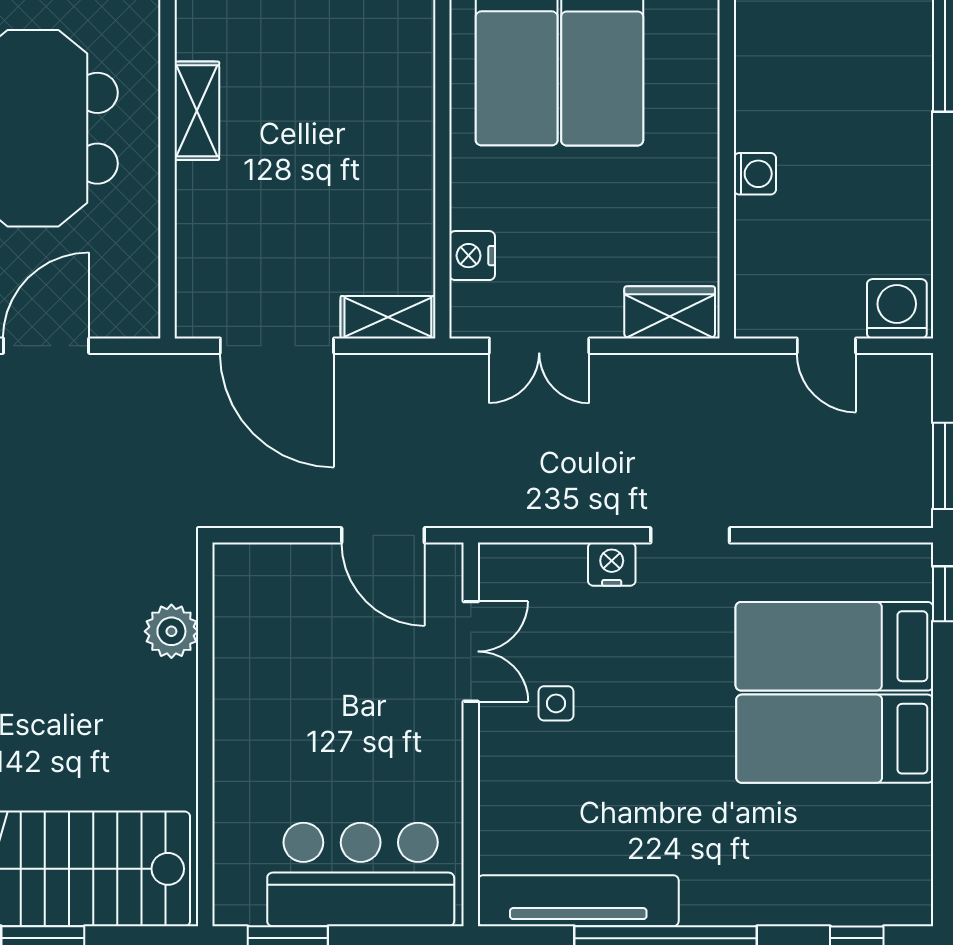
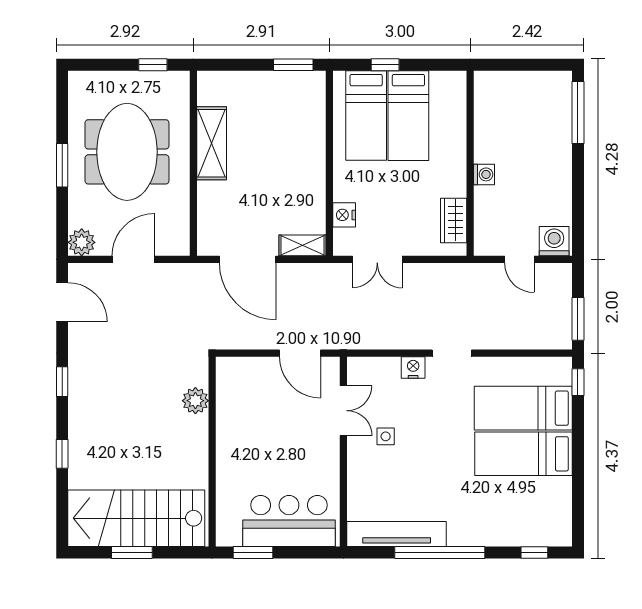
shelving: (197, 111) -> (212, 143), width x1.50, depth x1.33
wardrobe: (670, 312) -> (454, 220), moved, turned -90

